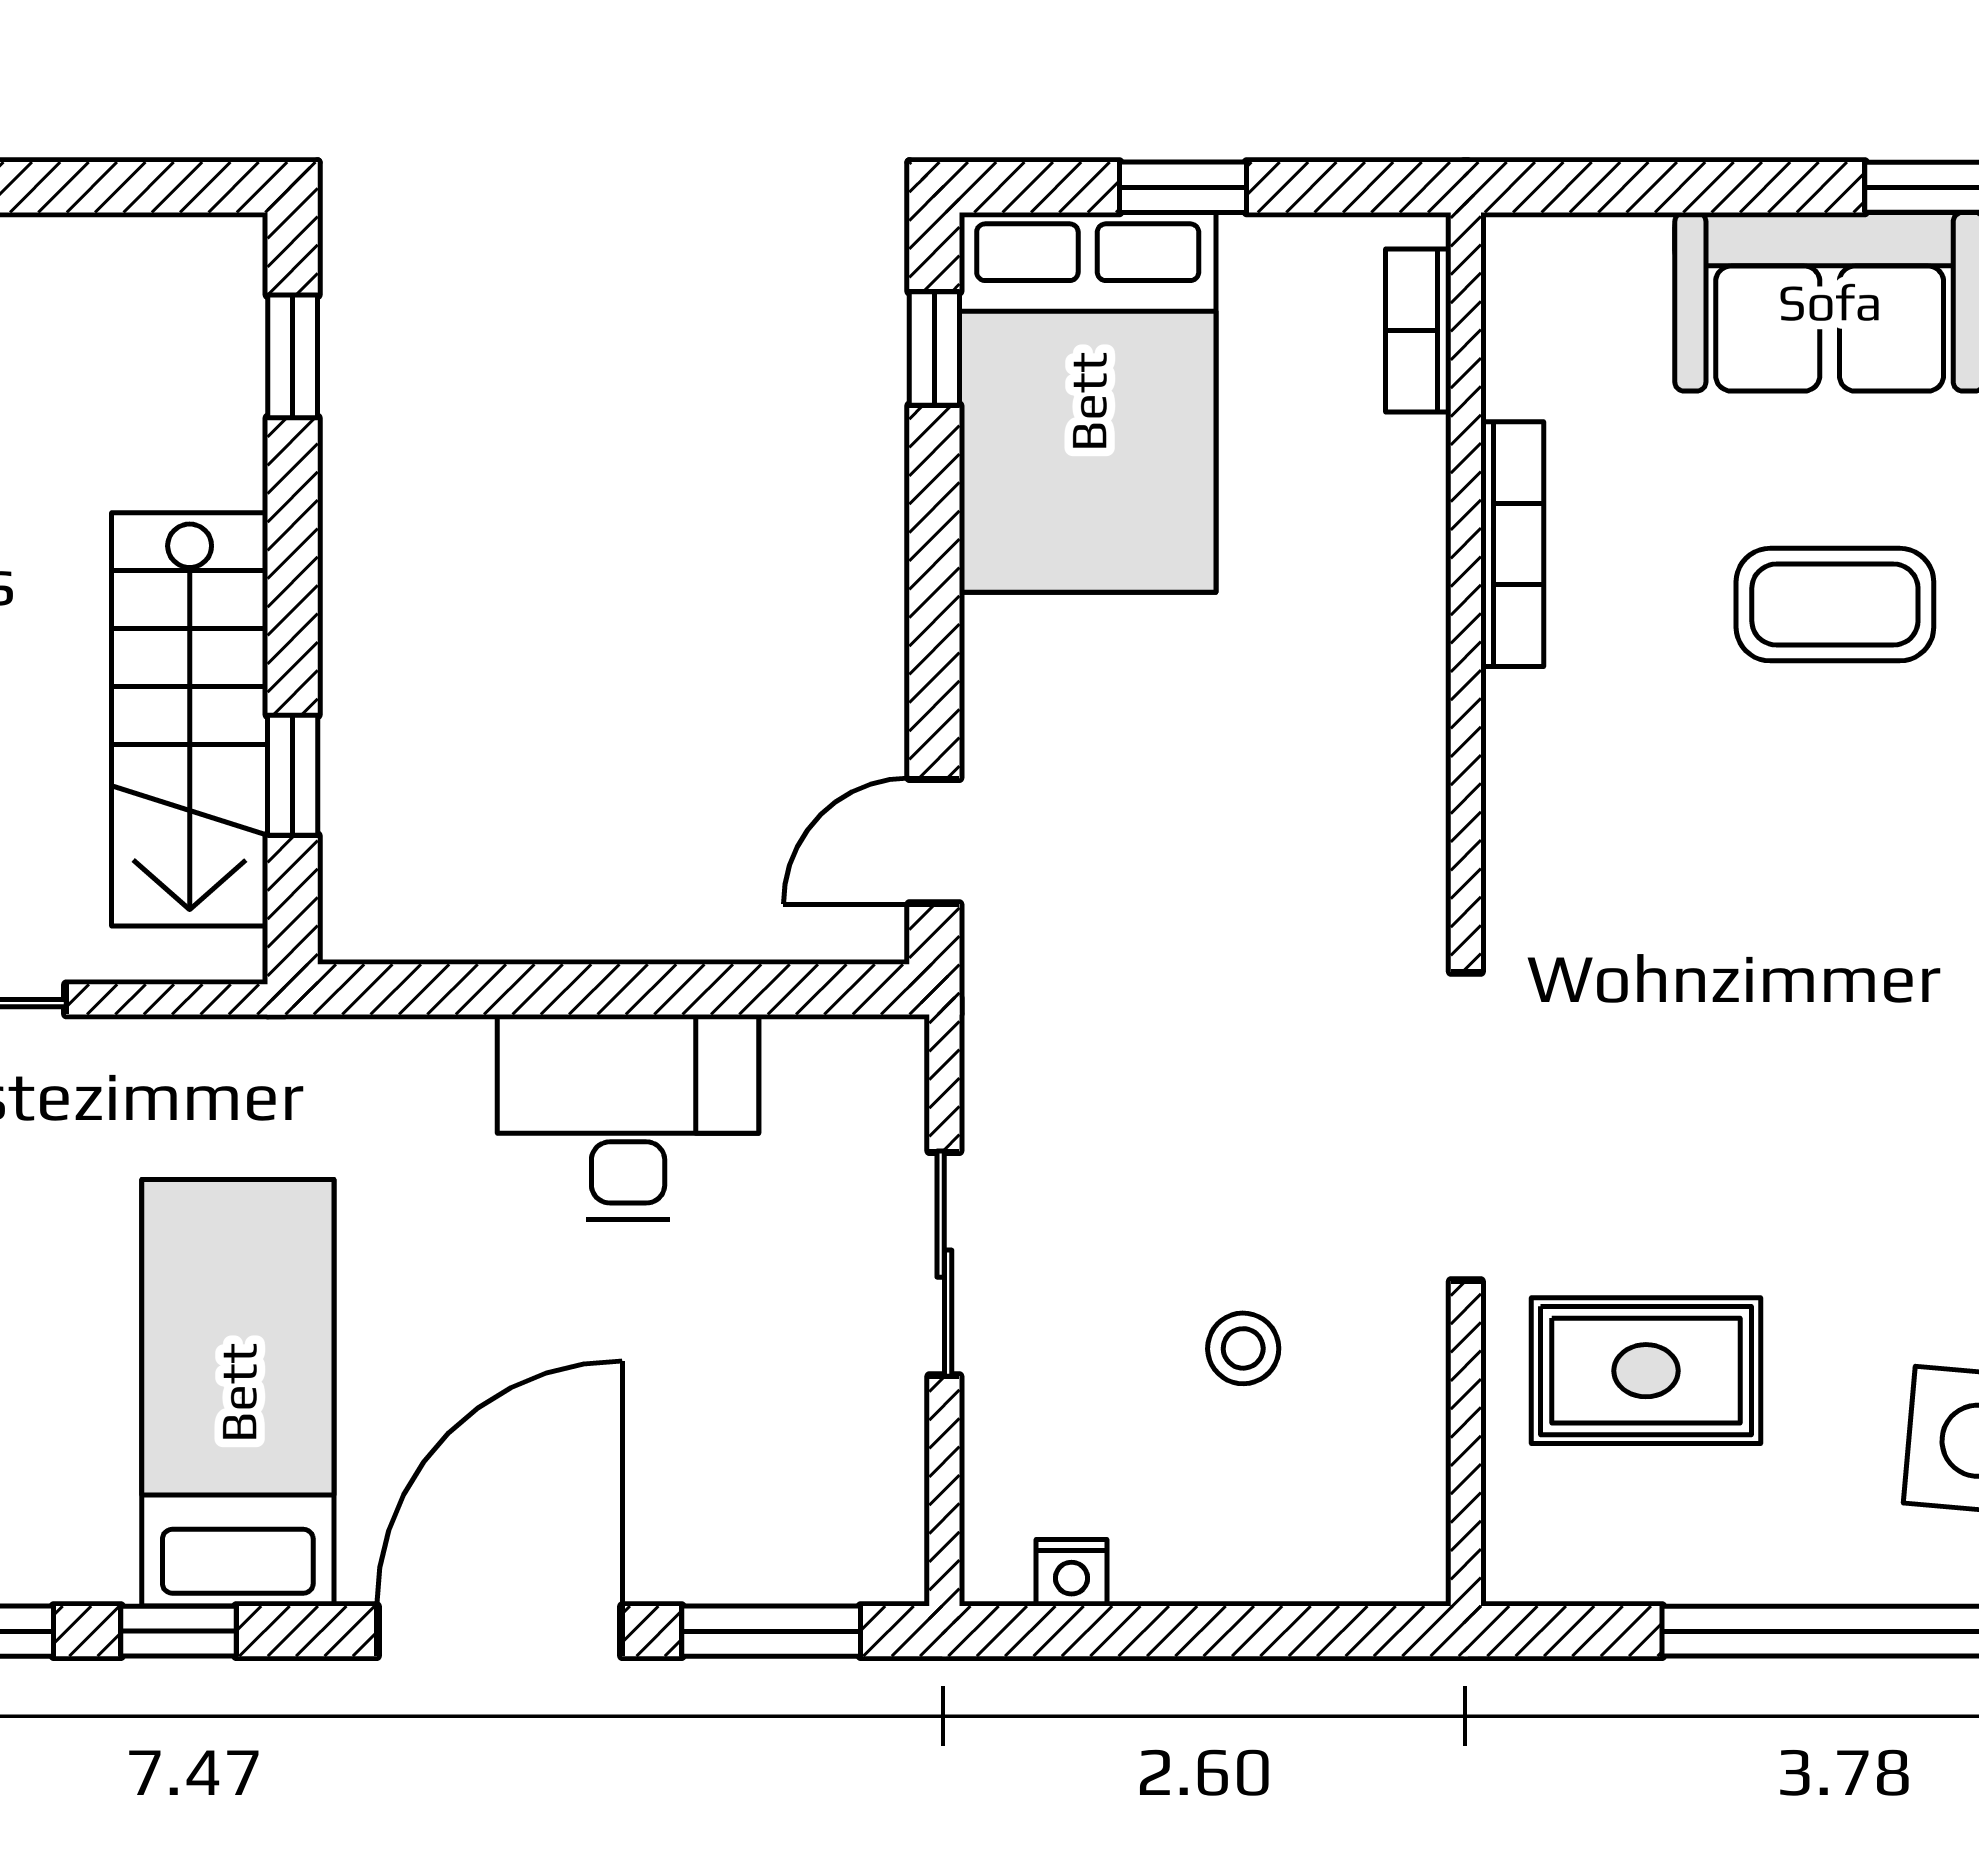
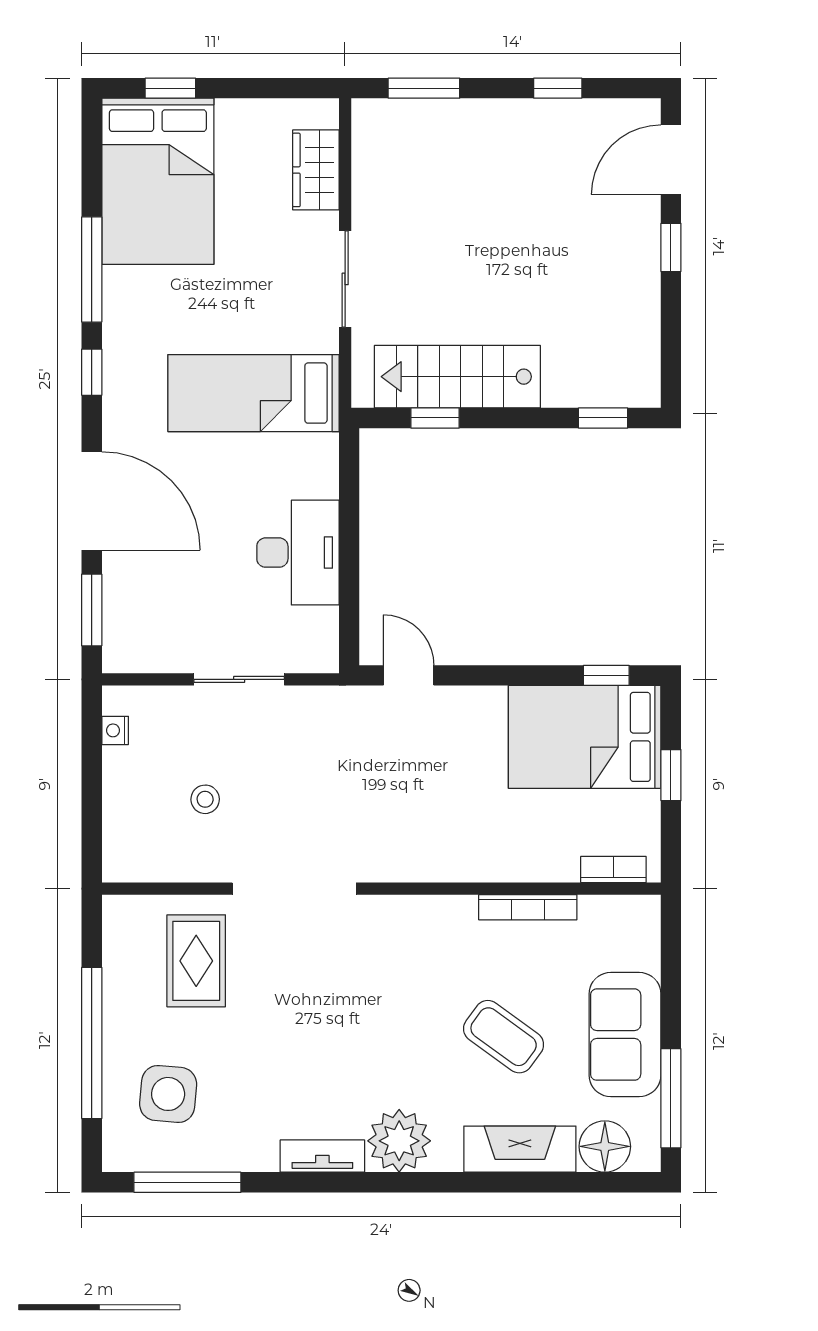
coffee table: (1835, 605) -> (504, 1037), turned -54
bed: (238, 1393) -> (253, 393), moved, turned 180

